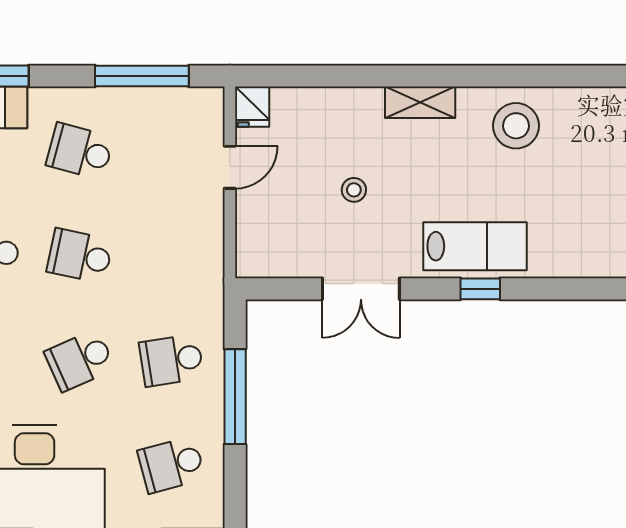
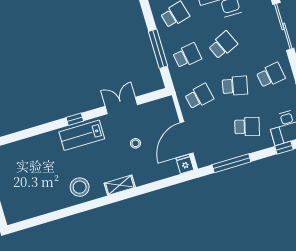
door: (230, 167) -> (187, 138), width x1.88
school desk: (171, 256) -> (199, 96), added

